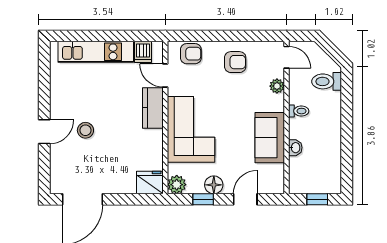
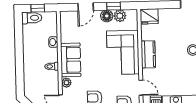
toilet: (327, 81) -> (32, 18), moved
kitchen counter: (153, 108) -> (148, 54), moved
sofa: (270, 138) -> (71, 60), moved
plant: (177, 185) -> (120, 16), moved

